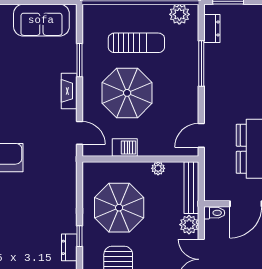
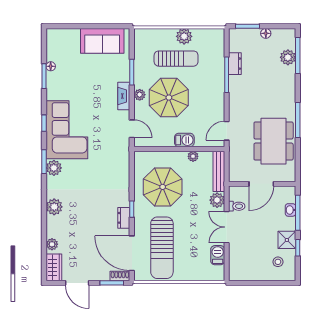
floor lamp: (252, 11) -> (266, 33), added
plant: (179, 14) -> (184, 36), moved
dresser: (212, 28) -> (235, 64), moved
plant: (89, 89) -> (140, 95), added
barbecue: (125, 147) -> (184, 140), moved
toilet: (214, 213) -> (237, 206), moved

